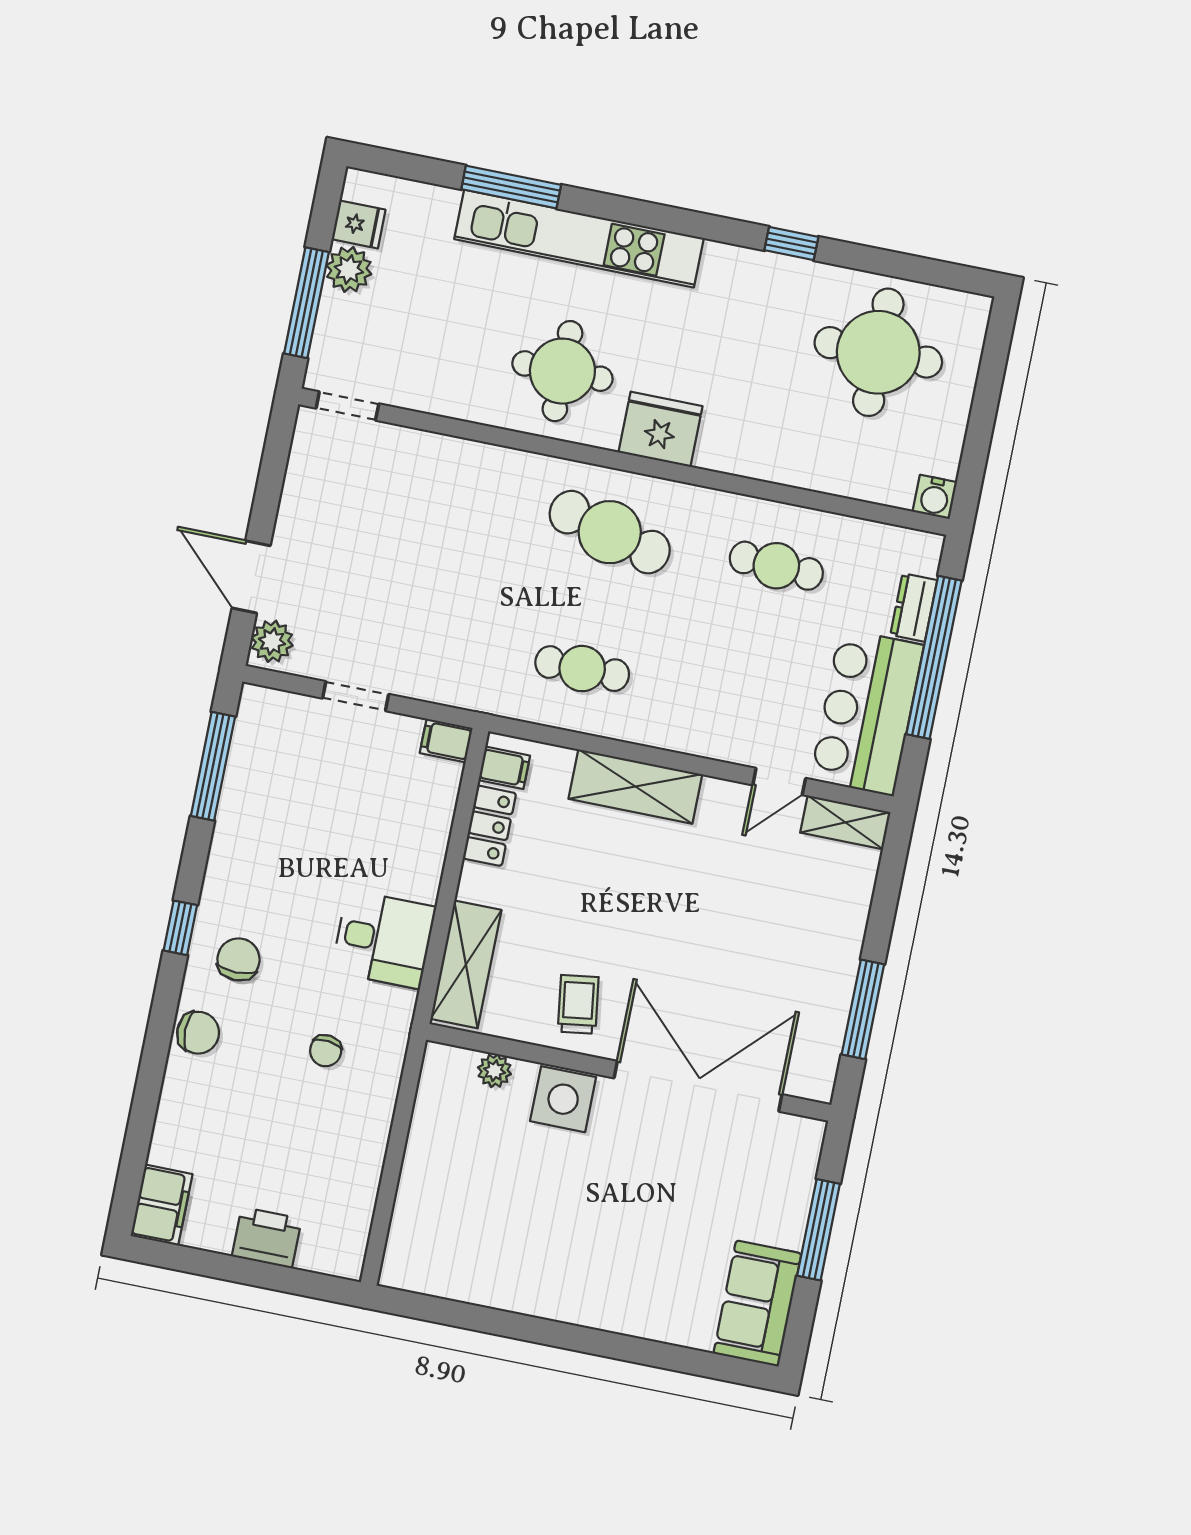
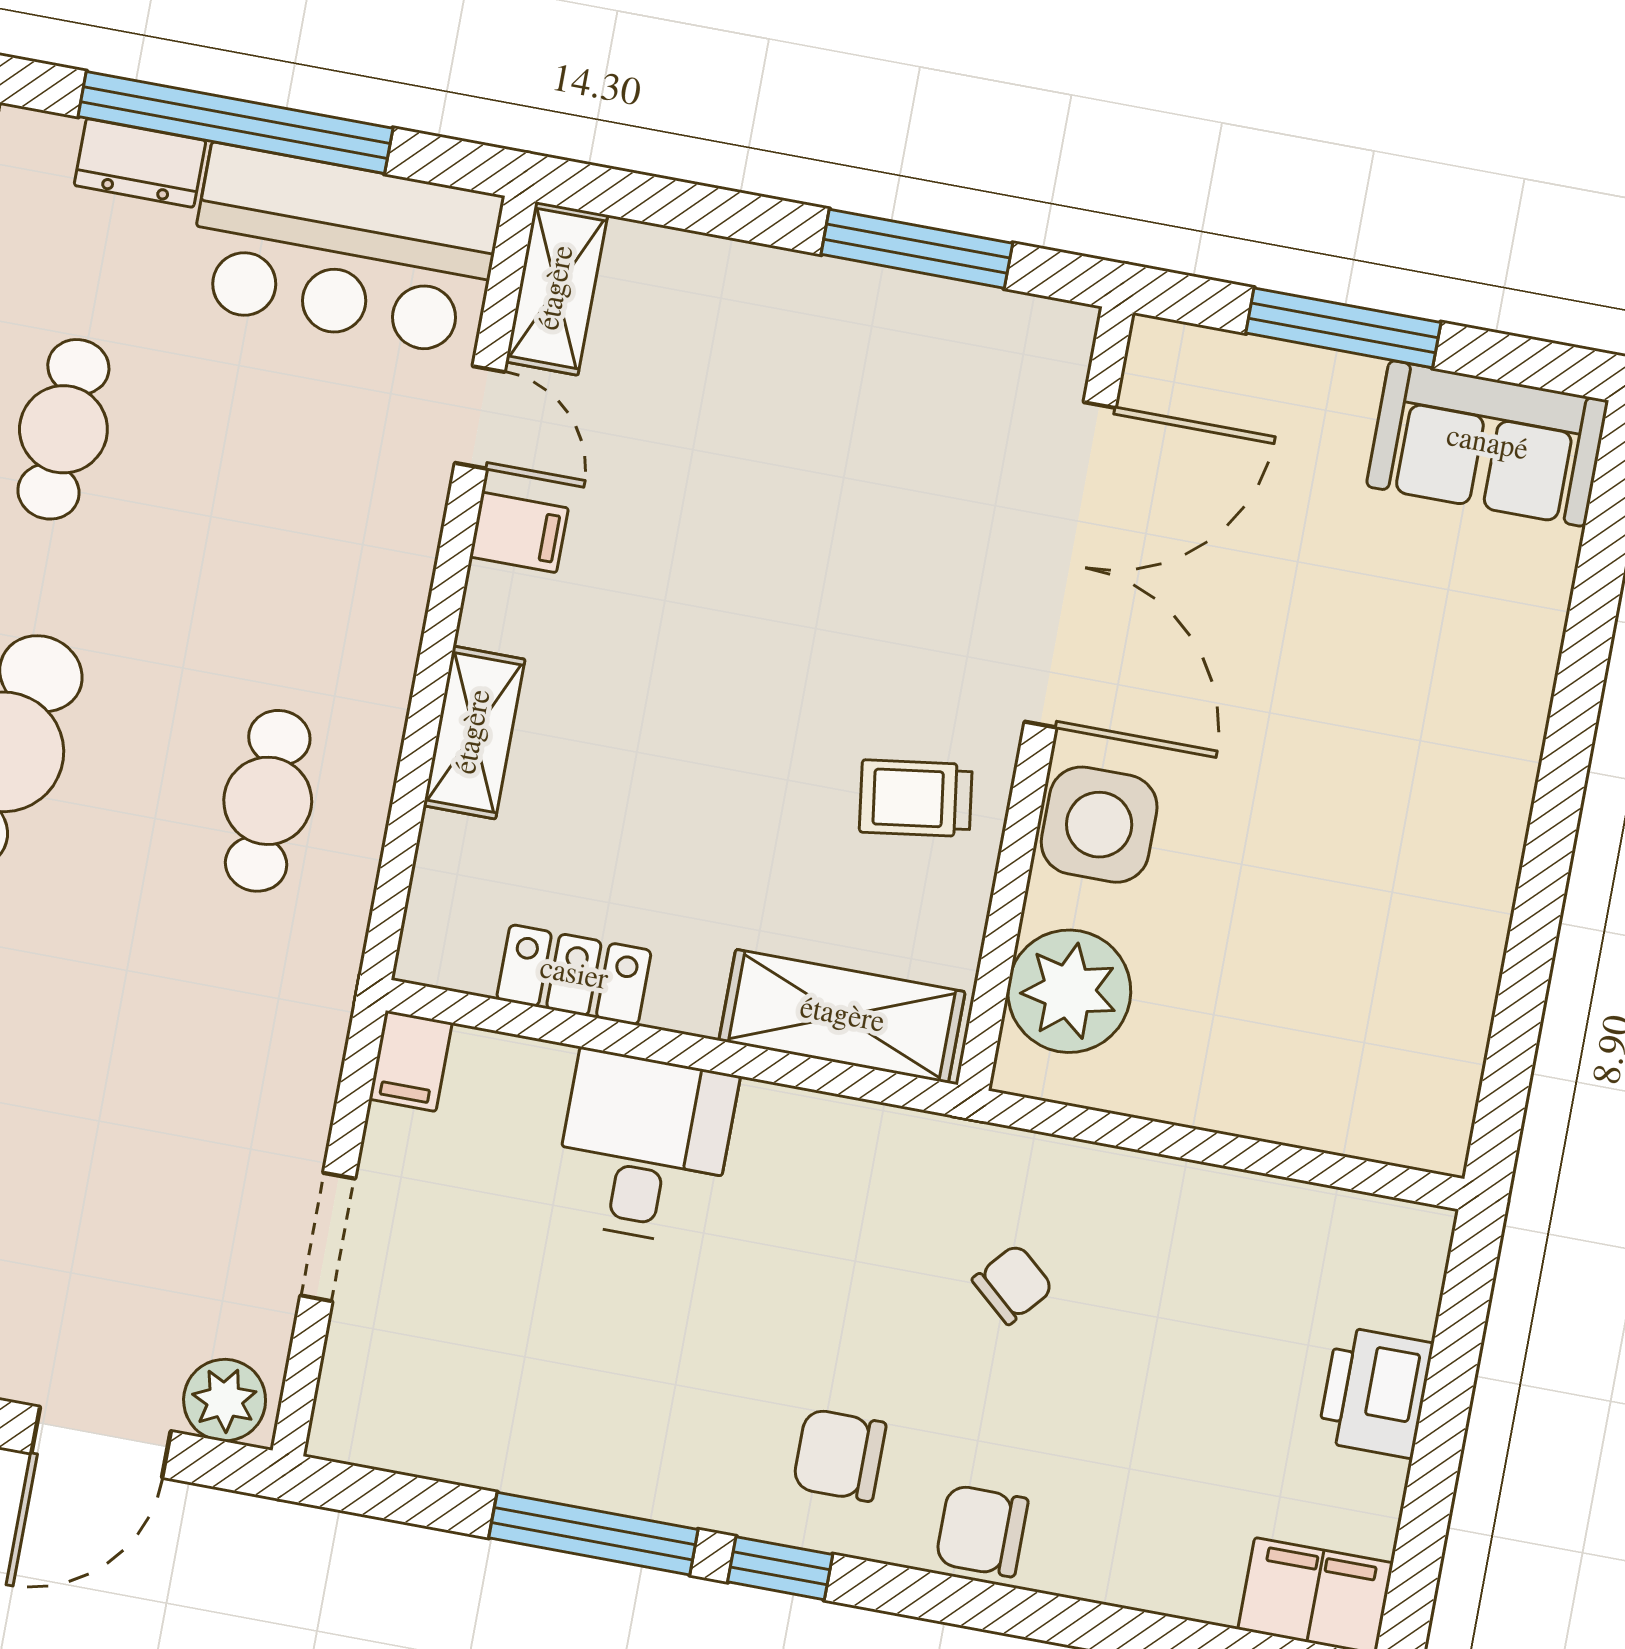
window: (213, 766) -> (593, 1534), moved
filing cabinet: (504, 768) -> (519, 532), moved, turned 90
shelving: (635, 787) -> (474, 732), width x0.67, depth x0.75
desk: (384, 939) -> (644, 1148), moved
chair: (198, 1033) -> (982, 1531), turned -90
chair: (326, 1051) -> (1013, 1284), turned -55
plant: (495, 1071) -> (1069, 991), width x1.87, depth x1.87
double door: (698, 1086) -> (1070, 565), swing flipped

